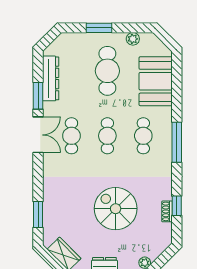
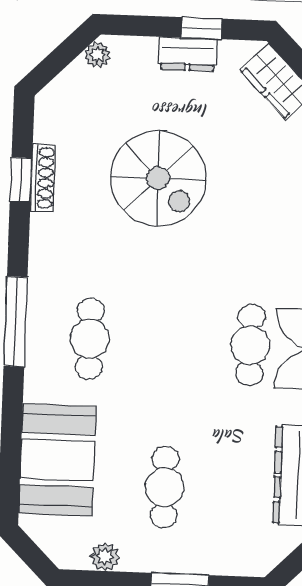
cafe table: (107, 71) -> (165, 487), width x0.73, depth x0.74
cafe table: (107, 136) -> (170, 342), removed
shoe rack: (167, 211) -> (43, 178), width x1.43

